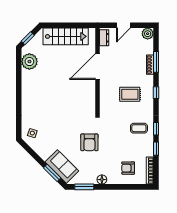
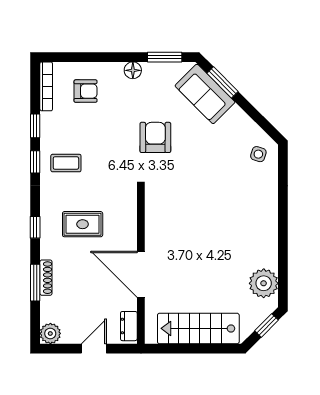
door: (97, 66) -> (141, 274), swing flipped

